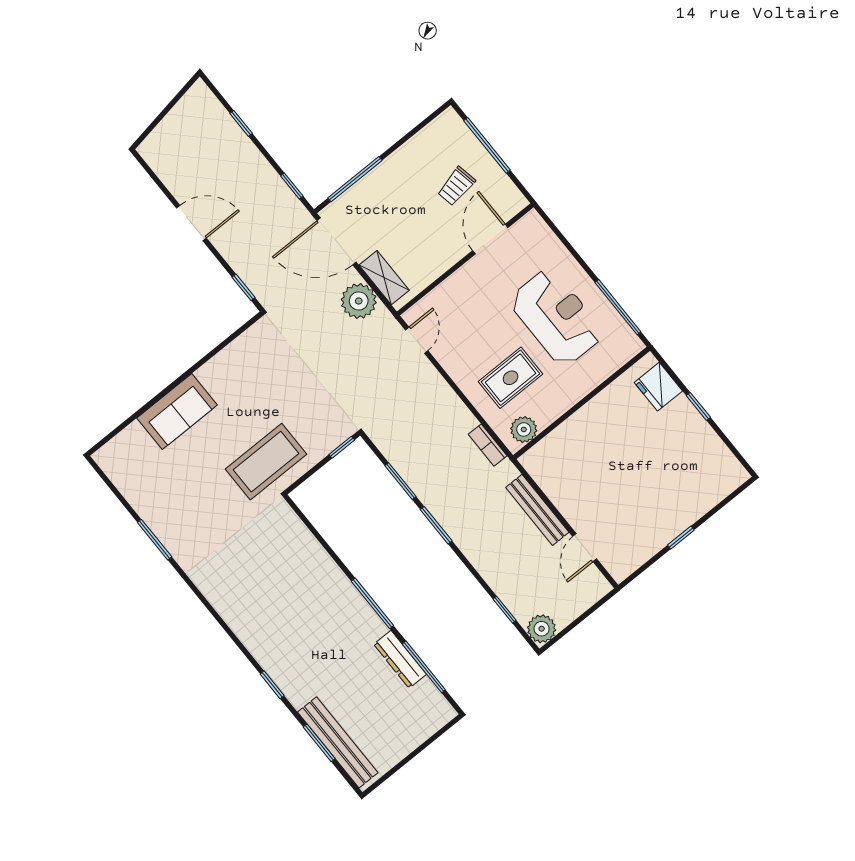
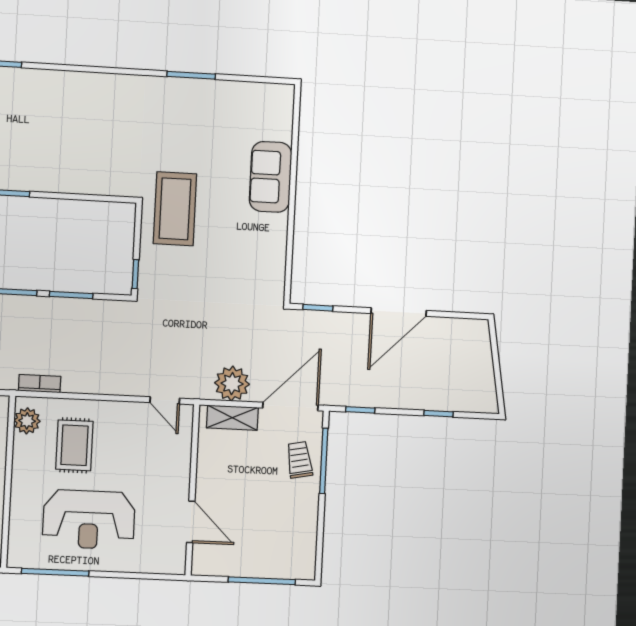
trolley: (456, 186) -> (299, 460), moved
door: (191, 223) -> (399, 312), width x1.36

